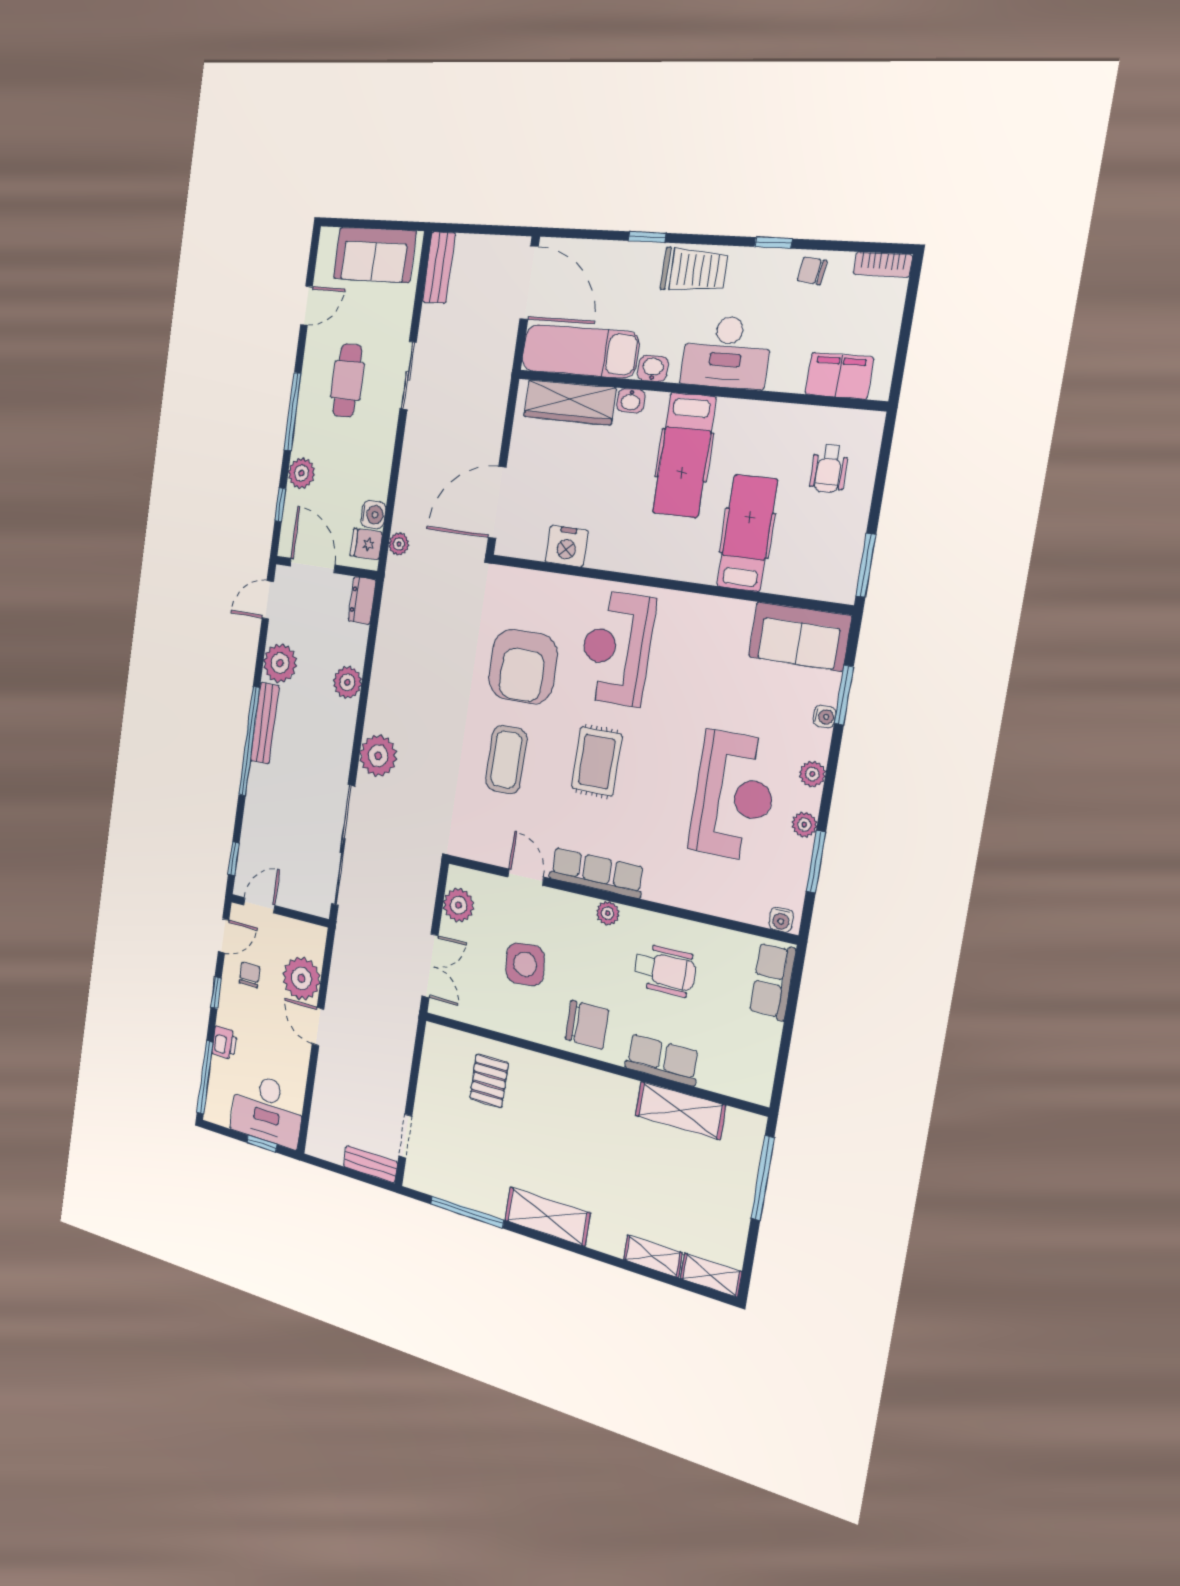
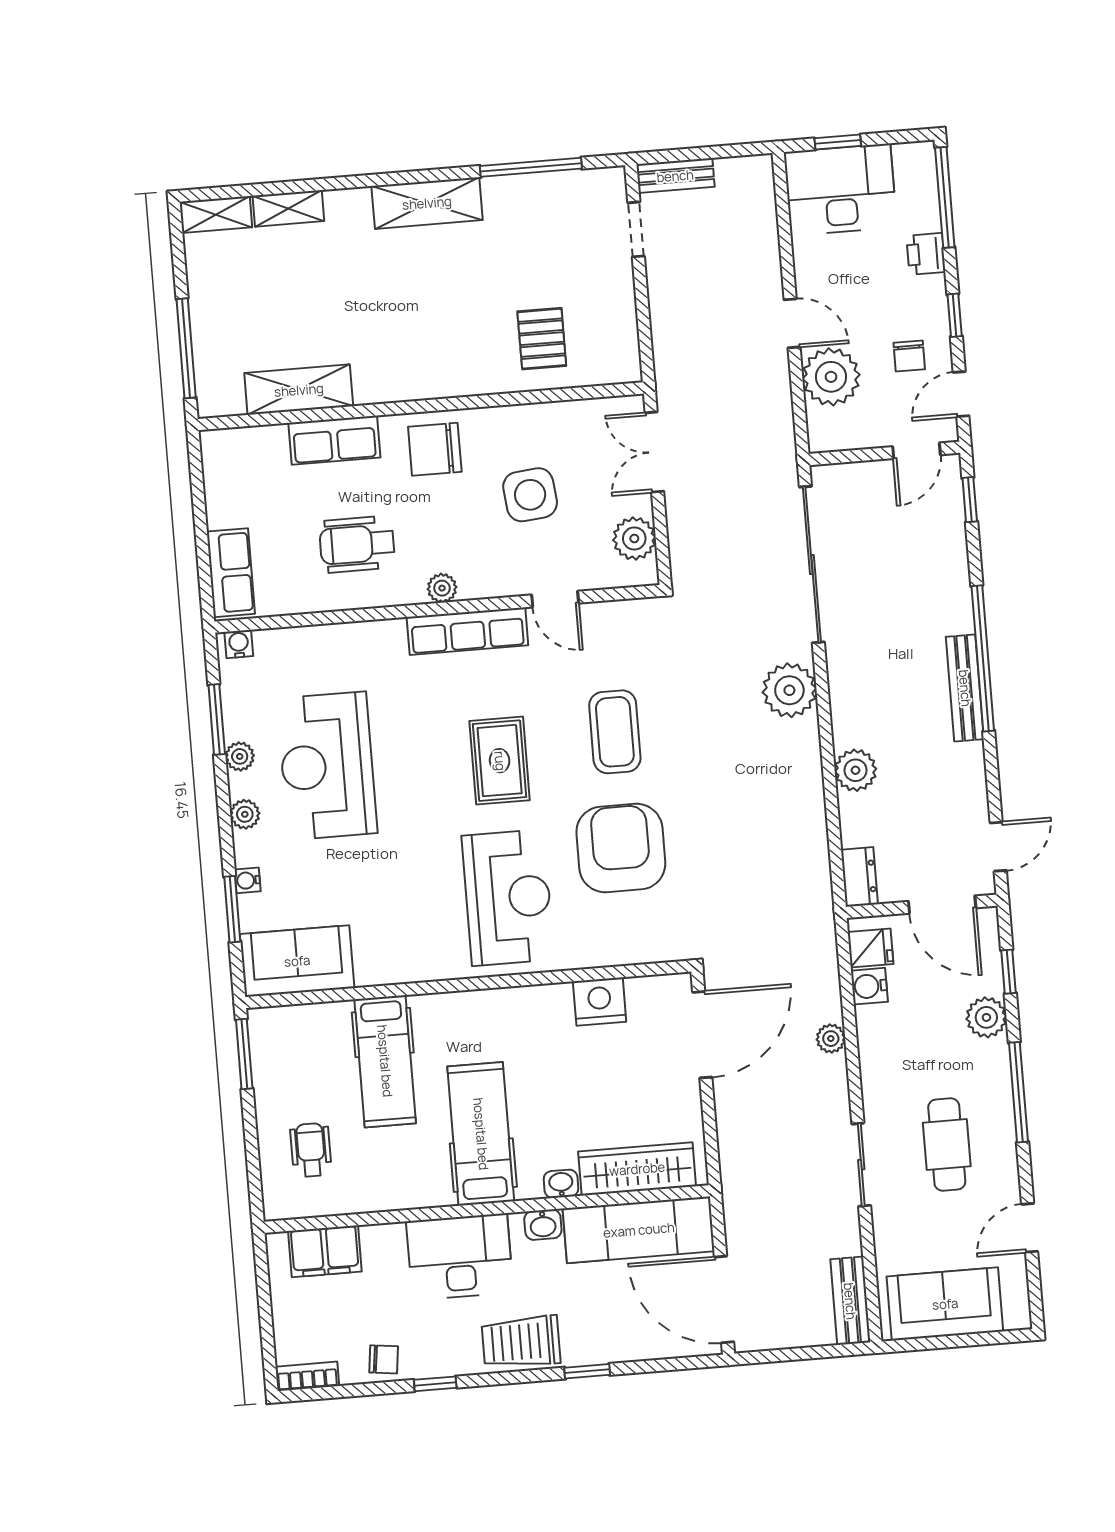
plant: (399, 544) -> (831, 1039), moved
plant: (280, 663) -> (960, 770), removed

